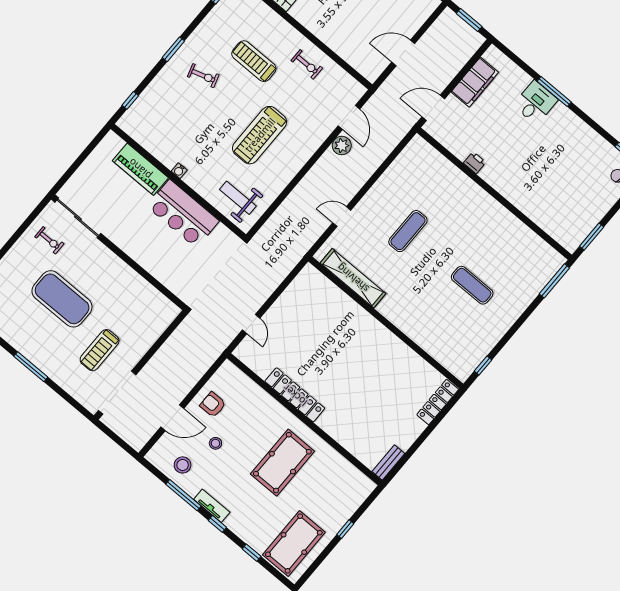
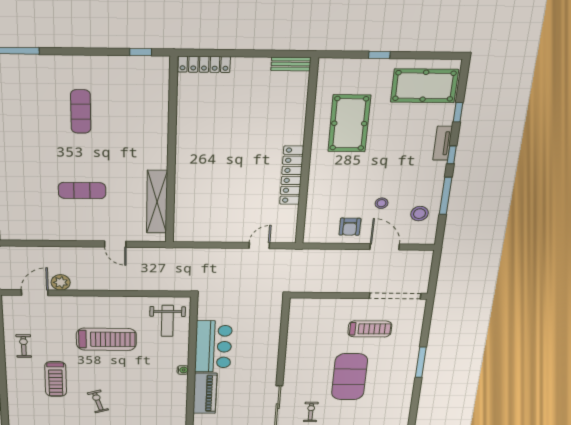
pool table: (282, 463) -> (349, 123), moved, turned 90
tv unit: (212, 506) -> (443, 143), moved

